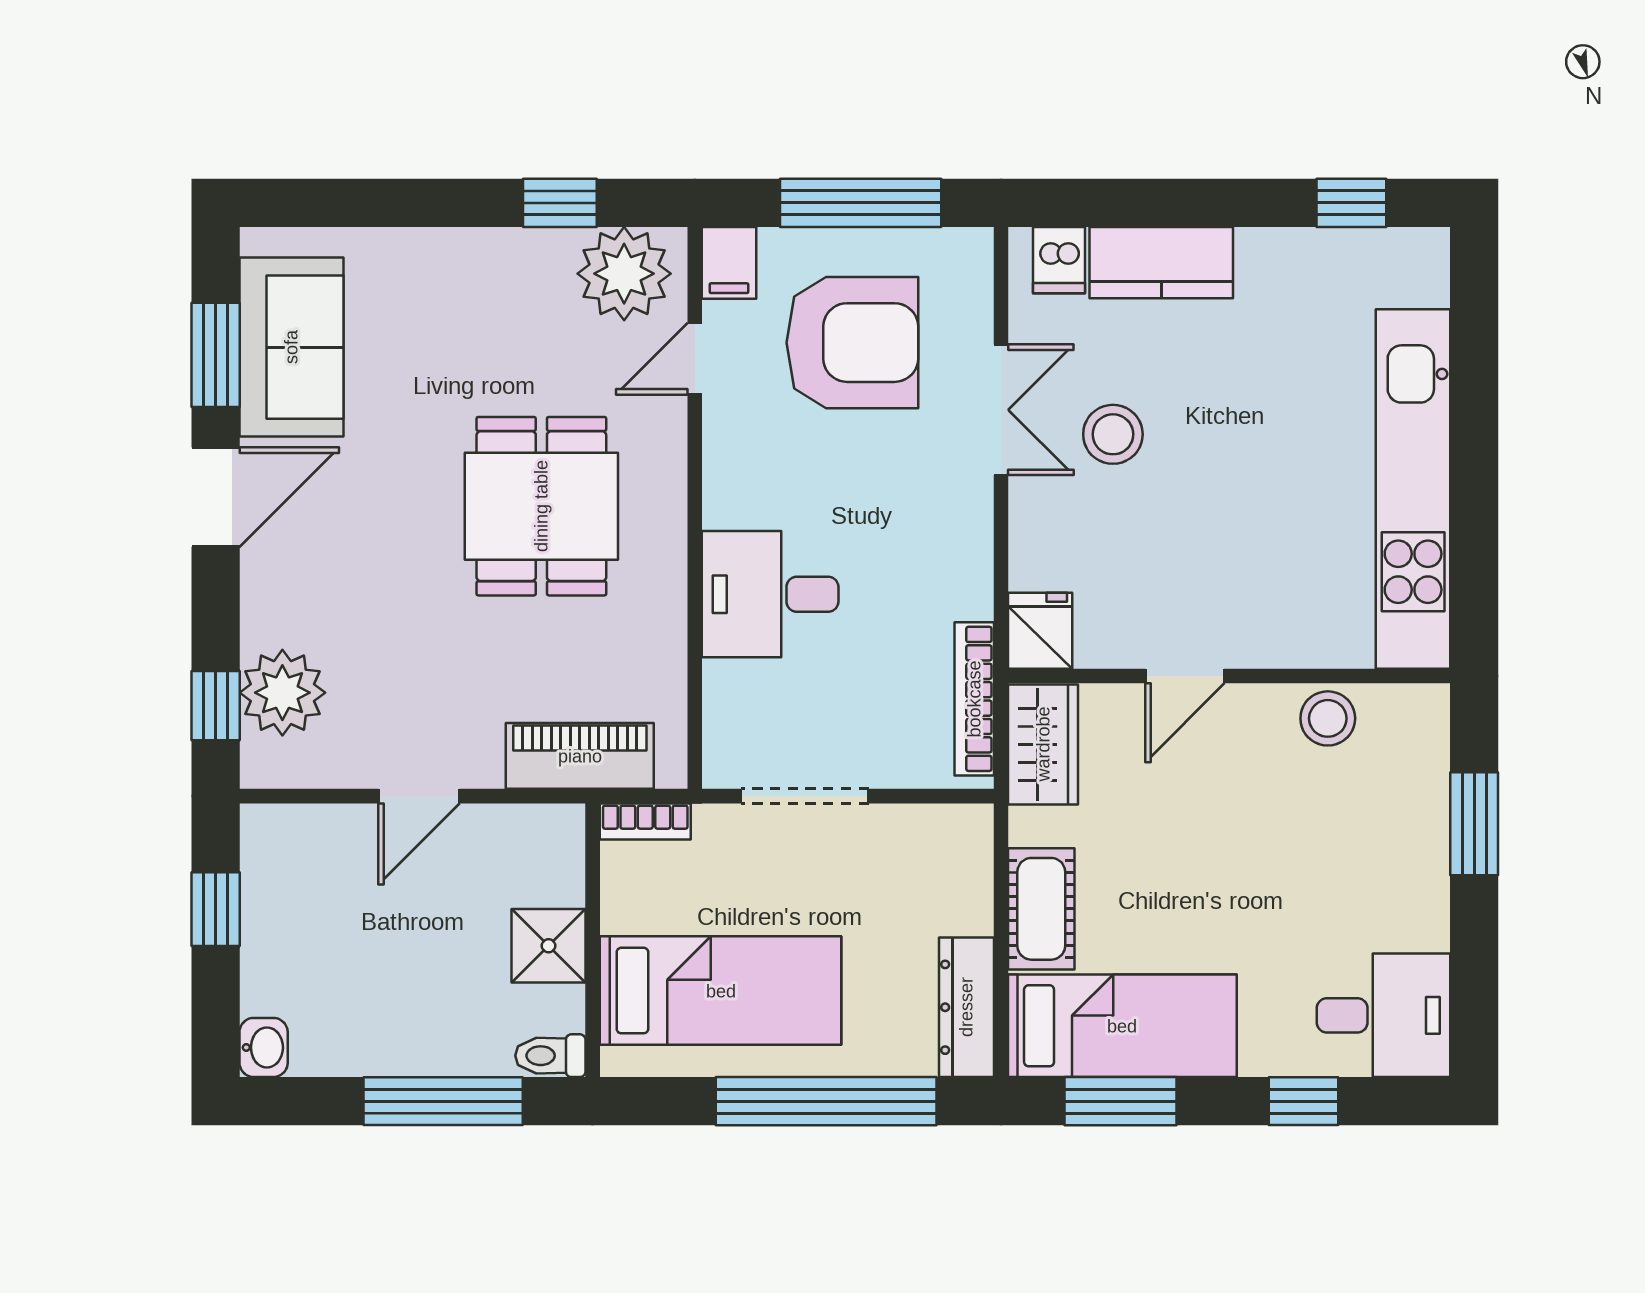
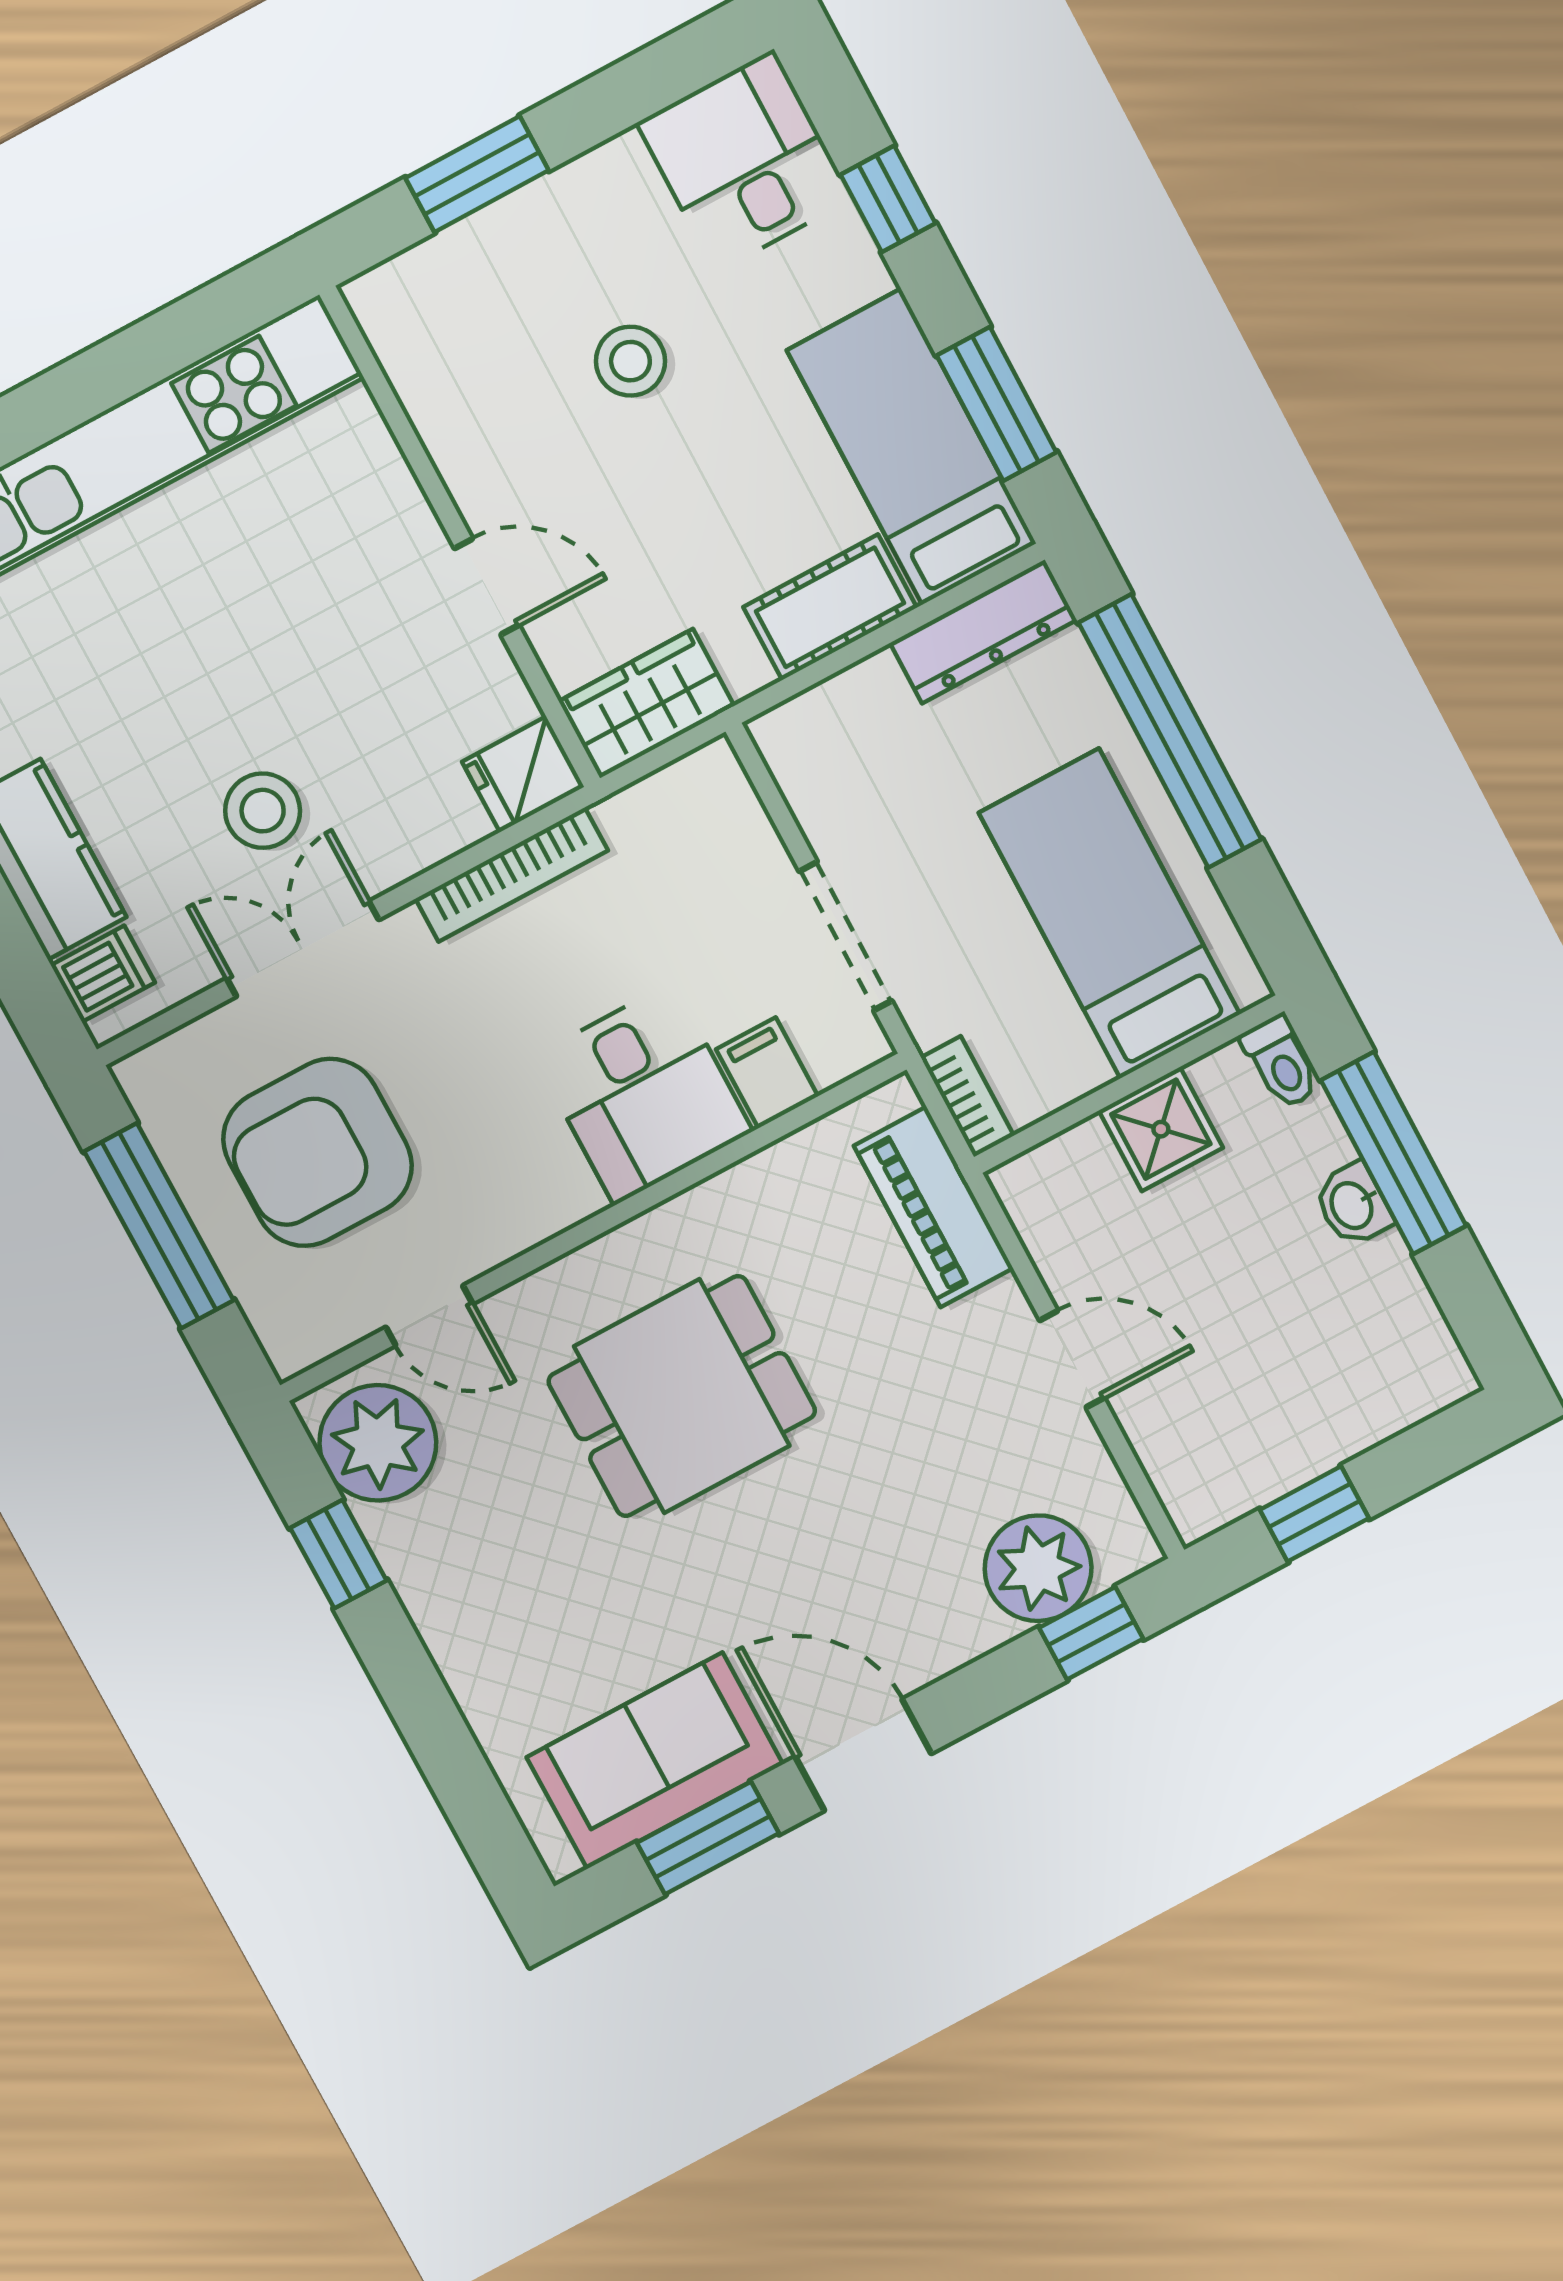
filing cabinet: (729, 263) -> (767, 1073), moved, turned -90
armchair: (852, 343) -> (318, 1152), turned -90
bookcase: (974, 699) -> (512, 875), moved
stool: (1328, 718) -> (630, 361), moved
washbasin: (264, 1047) -> (1353, 1205), moved, turned -90

